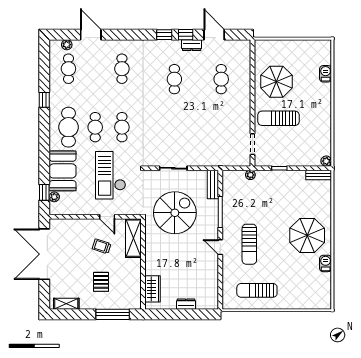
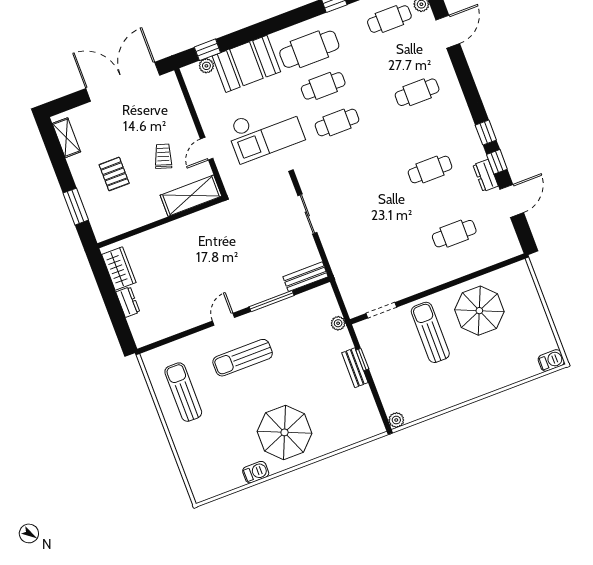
barbecue: (326, 74) -> (551, 360), moved
checkout: (111, 175) -> (265, 132), turned 180
bench: (319, 175) -> (355, 368), moved
spiral stairs: (175, 213) -> (247, 239), removed
pallet: (101, 282) -> (114, 174), turned 90
wardrobe: (153, 289) -> (119, 269), moved, turned -90
window: (113, 314) -> (76, 207), width x0.69

